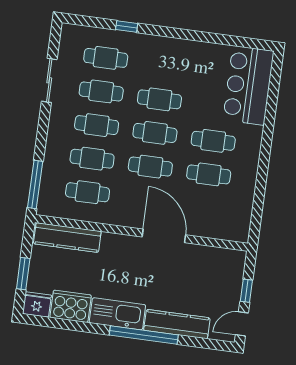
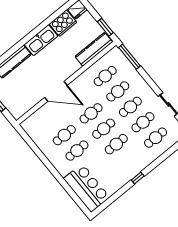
window: (127, 26) -> (138, 178), moved
window: (23, 274) -> (105, 27), moved
window: (144, 335) -> (21, 43), removed

